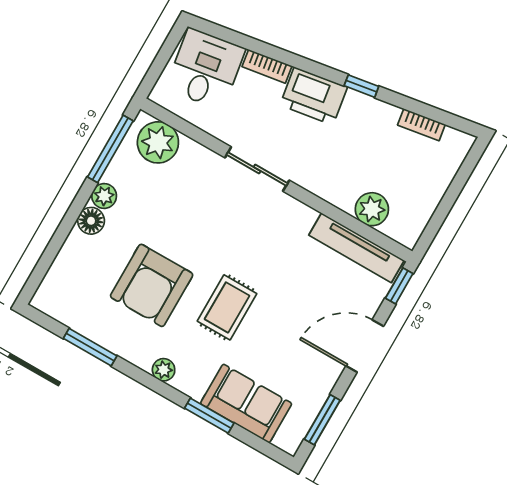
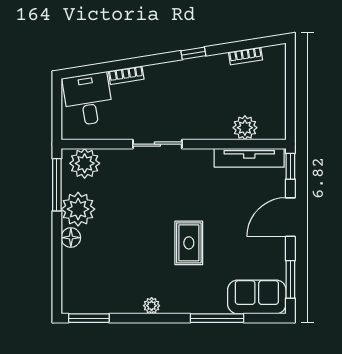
printer: (314, 96) -> (167, 77), removed
plant: (104, 196) -> (78, 209), width x1.87, depth x1.87
armchair: (152, 285) -> (133, 256), removed
window: (90, 347) -> (89, 318), moved
plant: (164, 370) -> (152, 306), moved
sofa: (246, 403) -> (257, 297), moved
window: (209, 416) -> (217, 318), width x1.44

